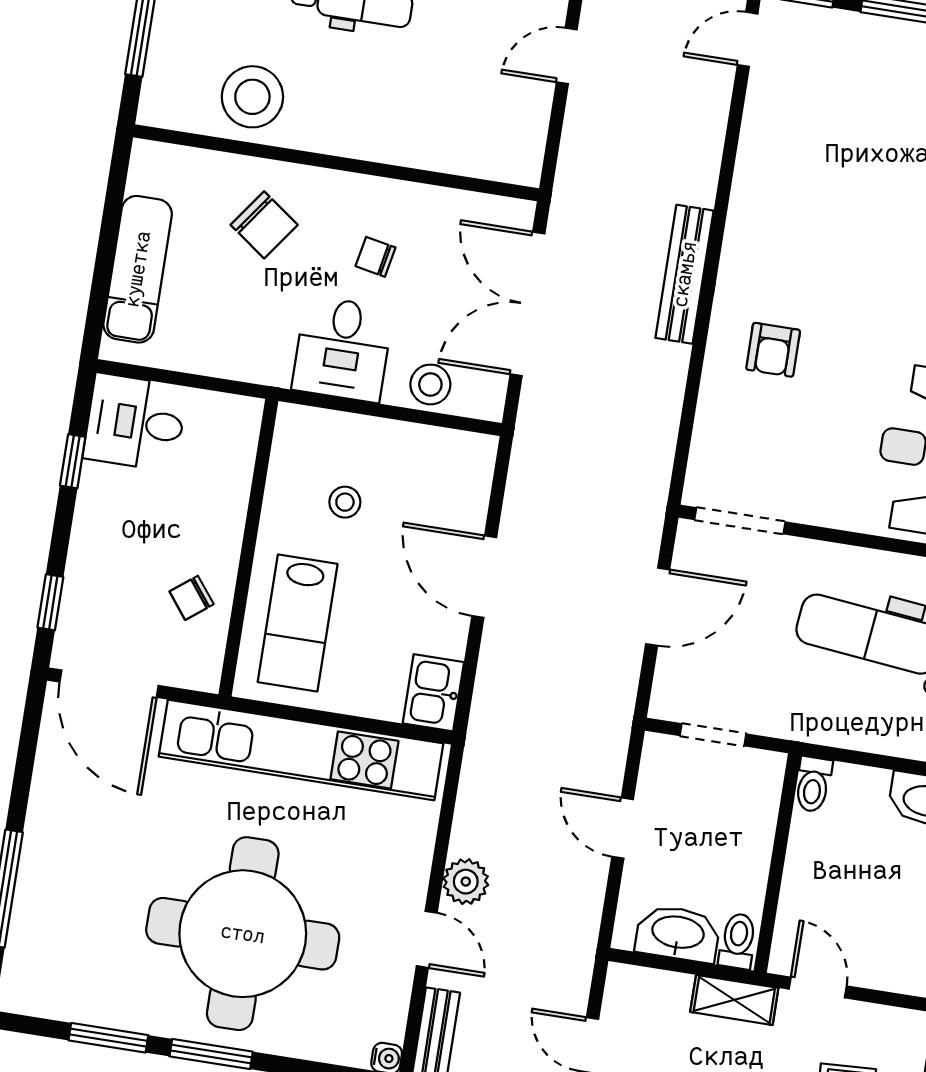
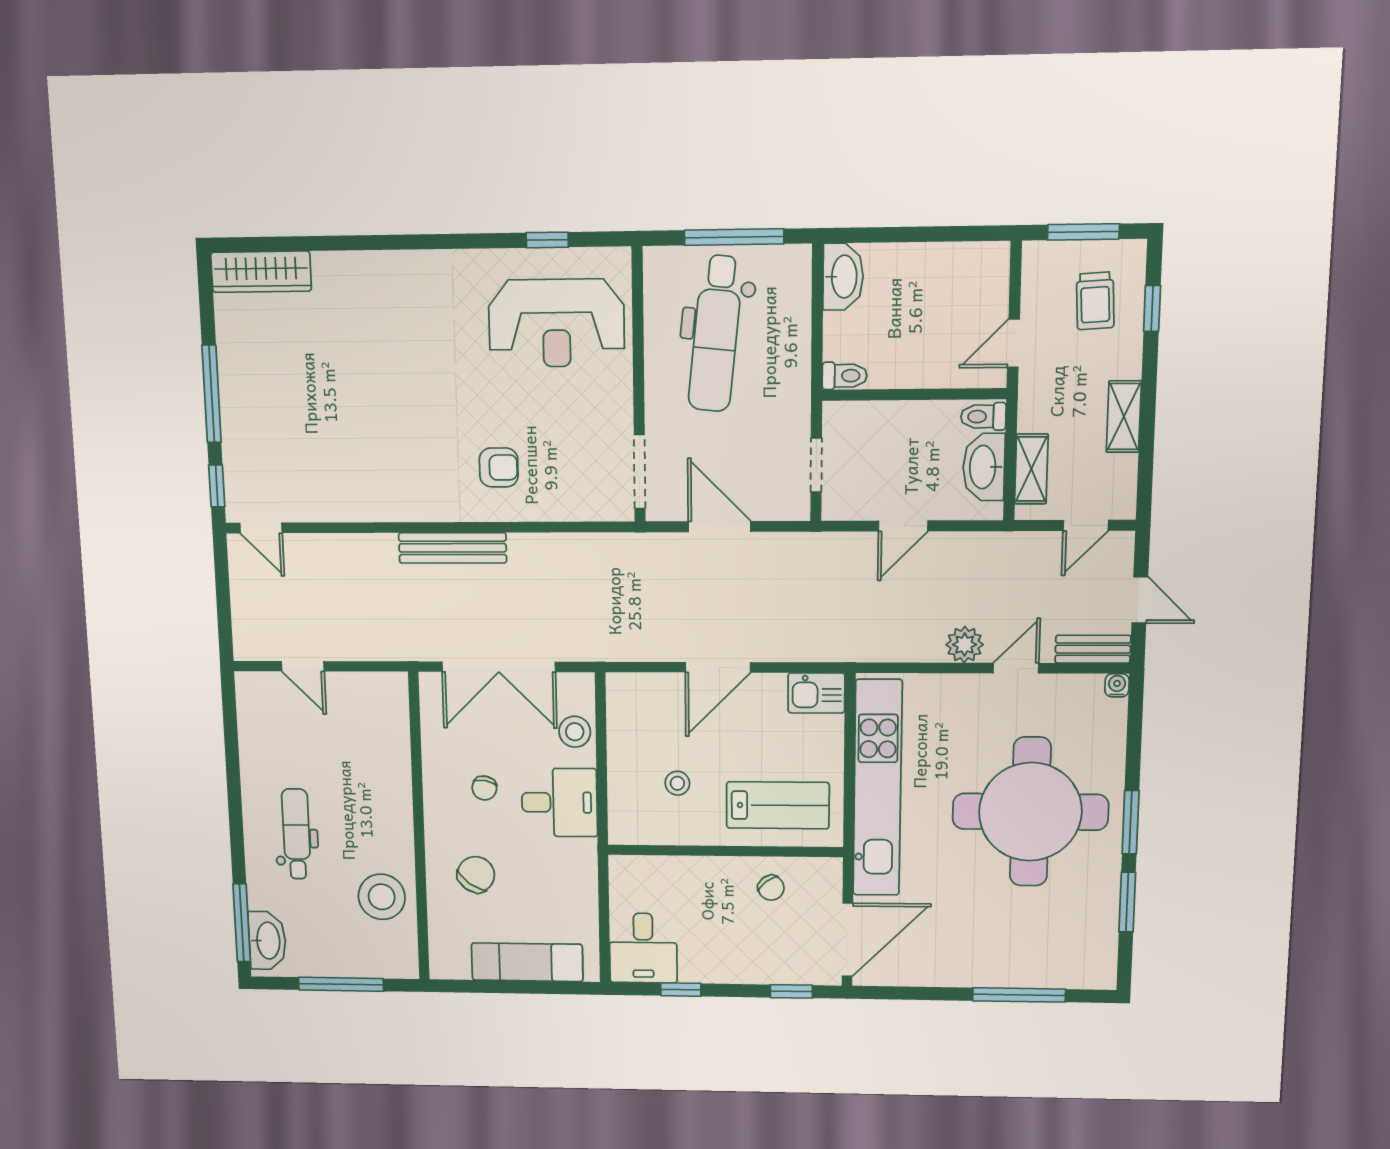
shelving: (734, 1000) -> (1031, 469), moved

